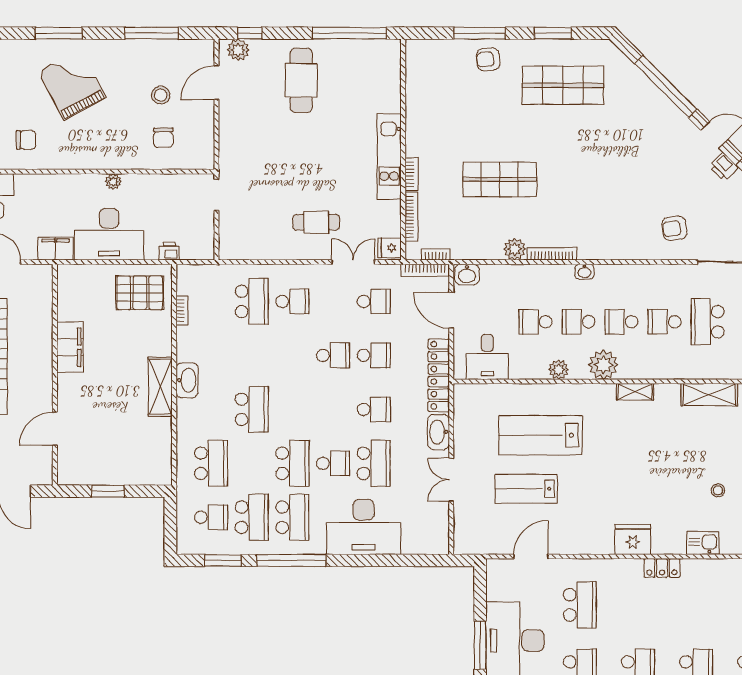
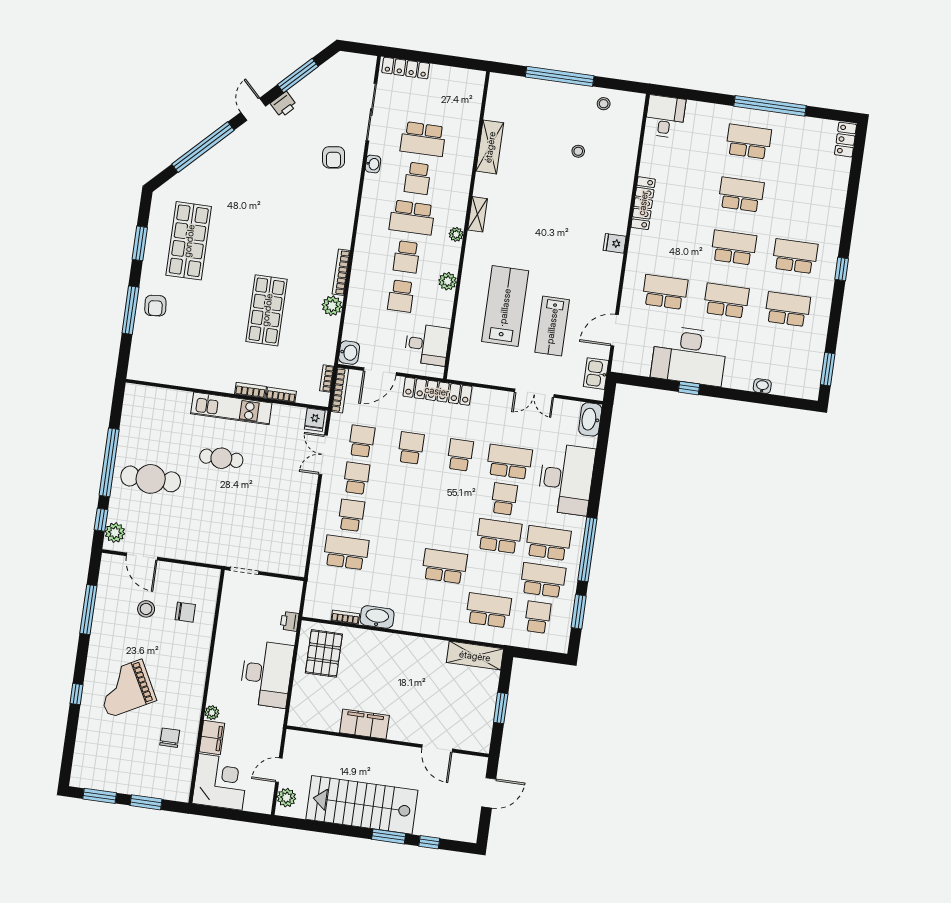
window: (59, 33) -> (76, 694), width x0.46
window: (349, 33) -> (109, 462), moved
plant: (113, 181) -> (212, 713), moved
bookcase: (411, 217) -> (281, 395), width x0.64
cafe table: (316, 222) -> (221, 458), moved, turned 90
filing cabinet: (56, 249) -> (212, 738), moved, turned 180
washbasin: (584, 272) -> (373, 164), moved
school desk: (622, 322) -> (412, 218), width x1.85
school desk: (333, 355) -> (356, 478), moved
plant: (603, 365) -> (456, 234), width x0.53, depth x0.53
washbasin: (187, 380) -> (377, 617), moved
shelving: (160, 387) -> (475, 656), moved
washbasin: (438, 432) -> (590, 419), moved, turned 90
lab bench: (541, 435) -> (505, 306), turned 180
fridge: (633, 540) -> (615, 243), width x0.53, depth x0.75
kitchen sink: (703, 543) -> (596, 374), moved
door: (531, 557) -> (615, 330), hinge flipped
locker: (662, 568) -> (643, 203), width x1.53
window: (480, 645) -> (689, 388), width x0.46

